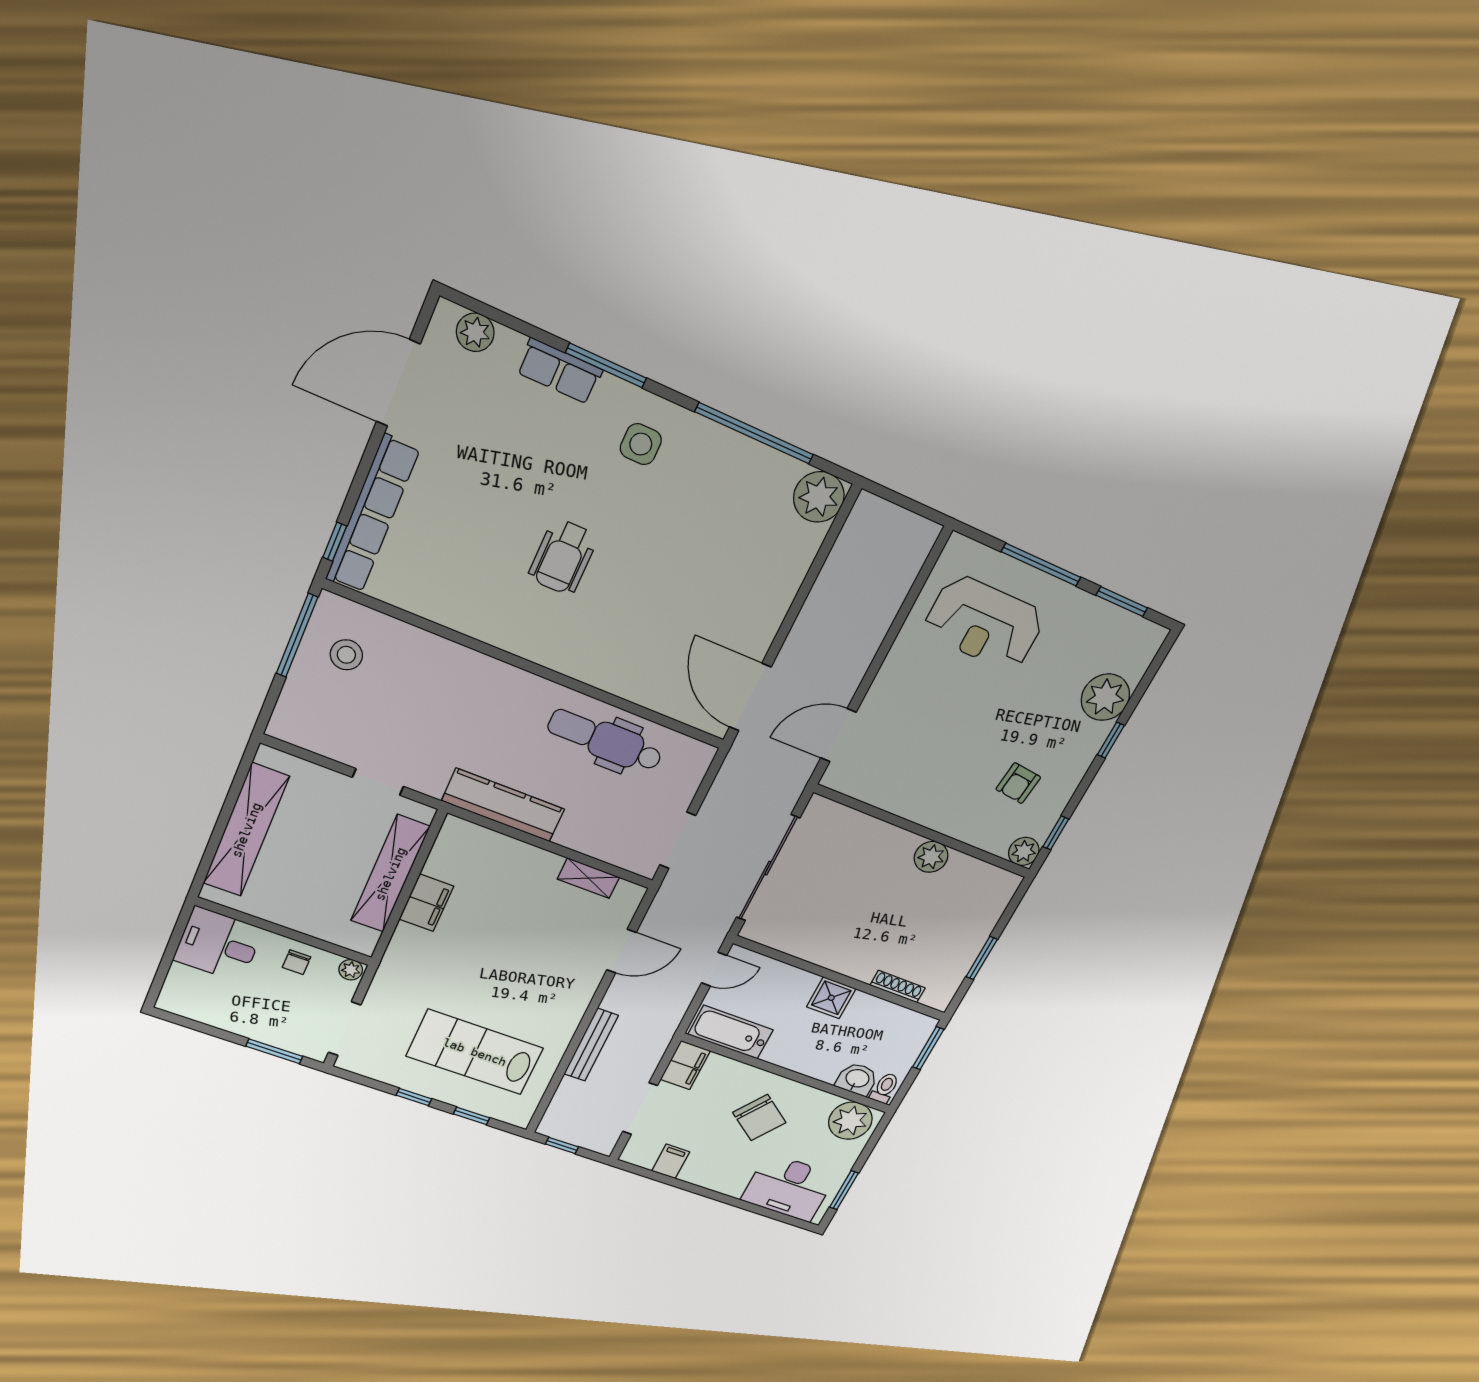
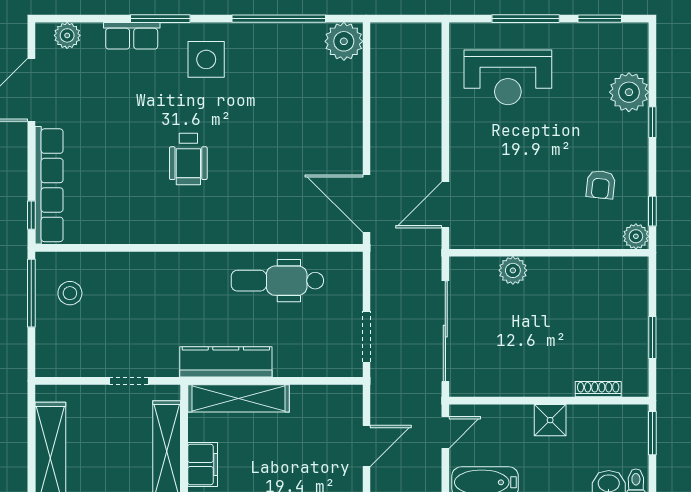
side table: (641, 444) -> (206, 59), width x1.37, depth x1.37
plant: (931, 857) -> (513, 270), moved
shelving: (588, 878) -> (239, 398), moved, width x2.20, depth x1.33

